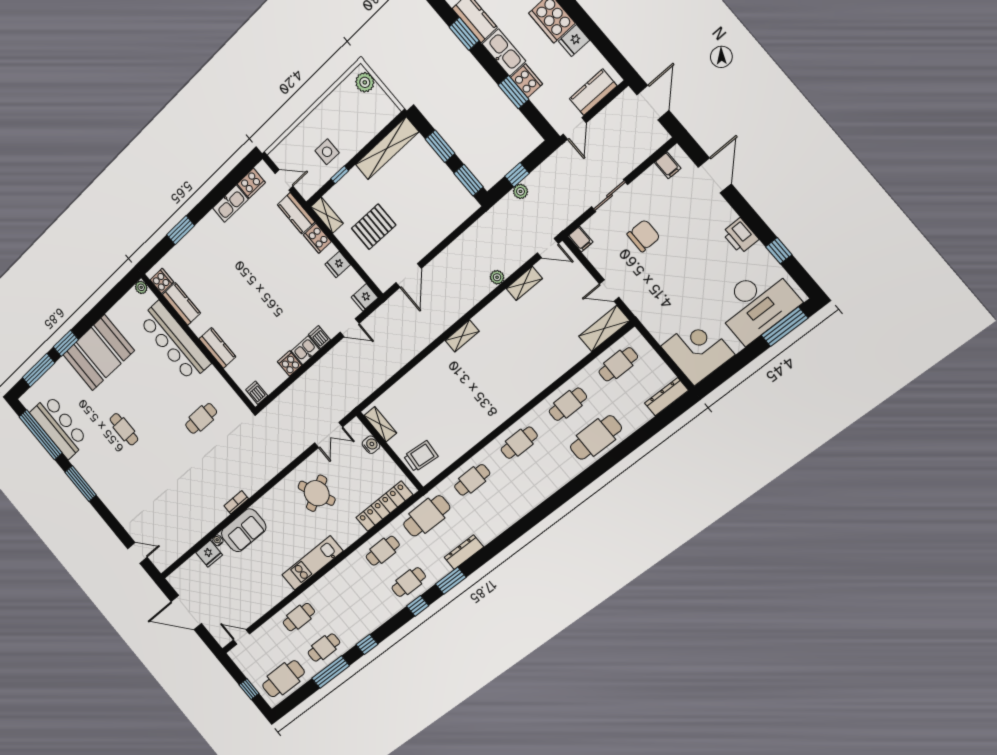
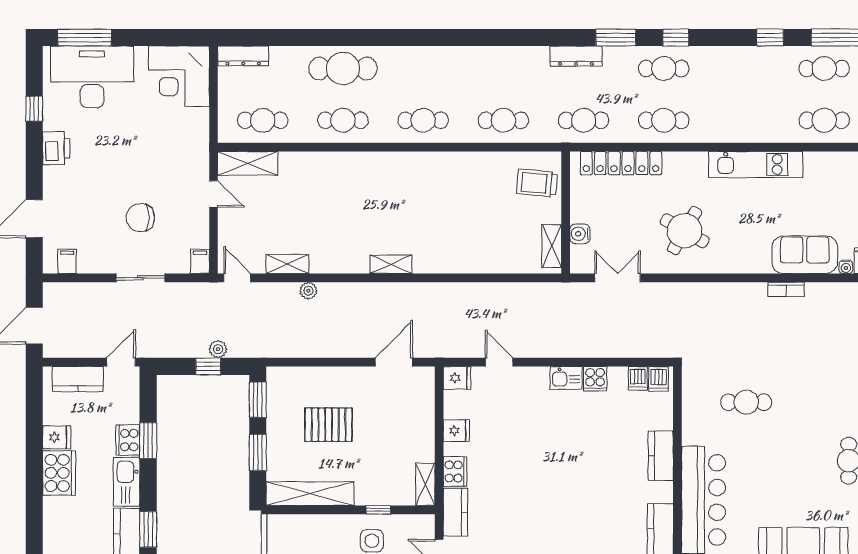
pallet: (374, 227) -> (329, 425), moved
dishwasher: (320, 337) -> (638, 378), moved
round table: (317, 493) -> (685, 231), turned -34
cafe table: (427, 516) -> (584, 120), width x0.73, depth x0.74

